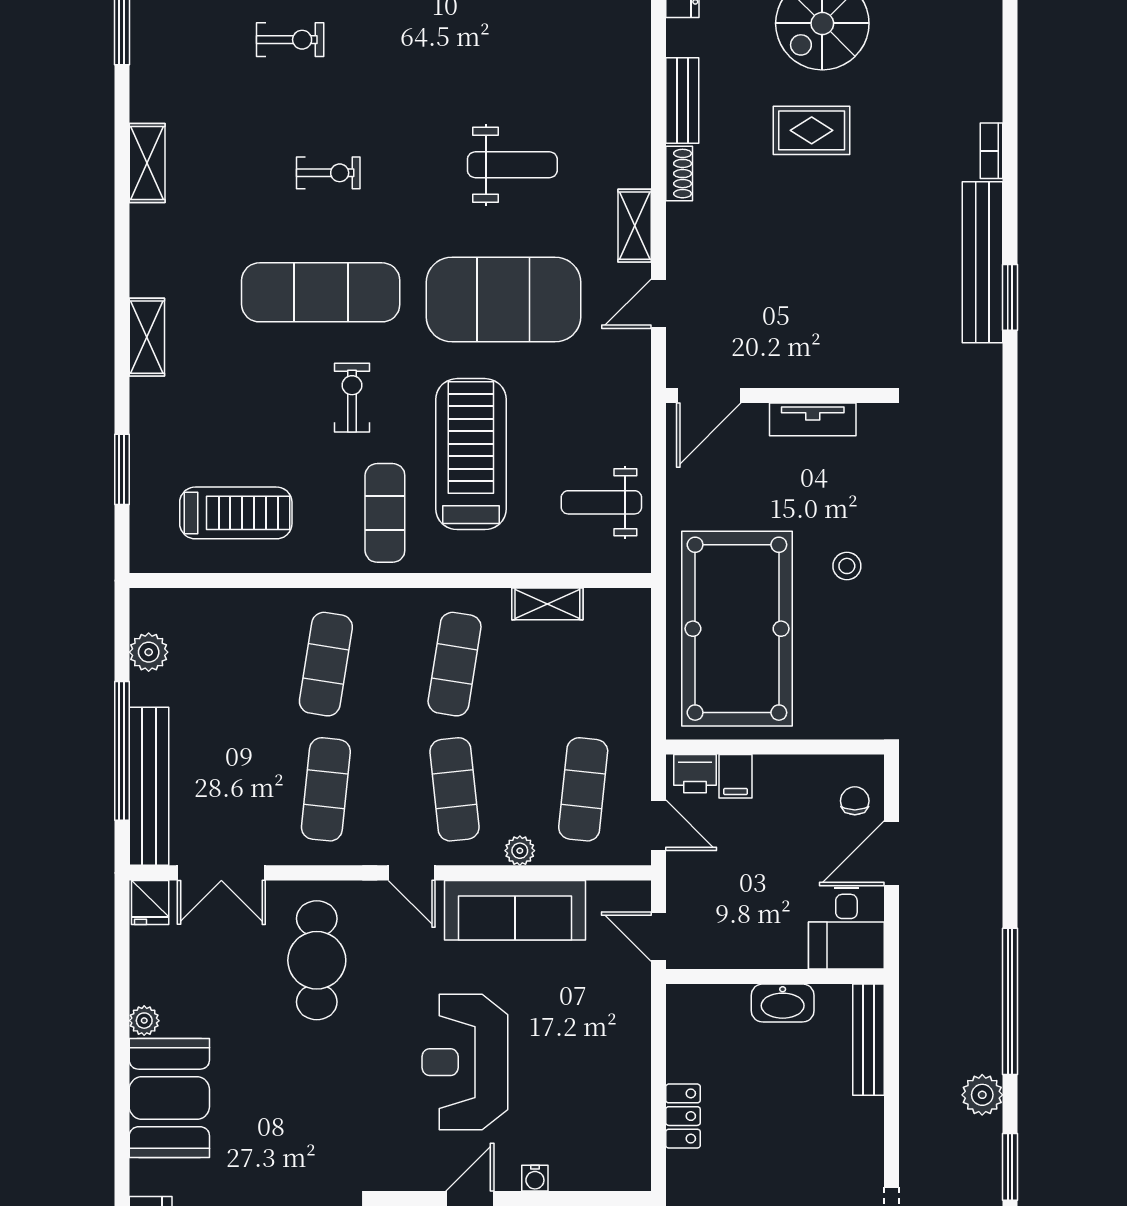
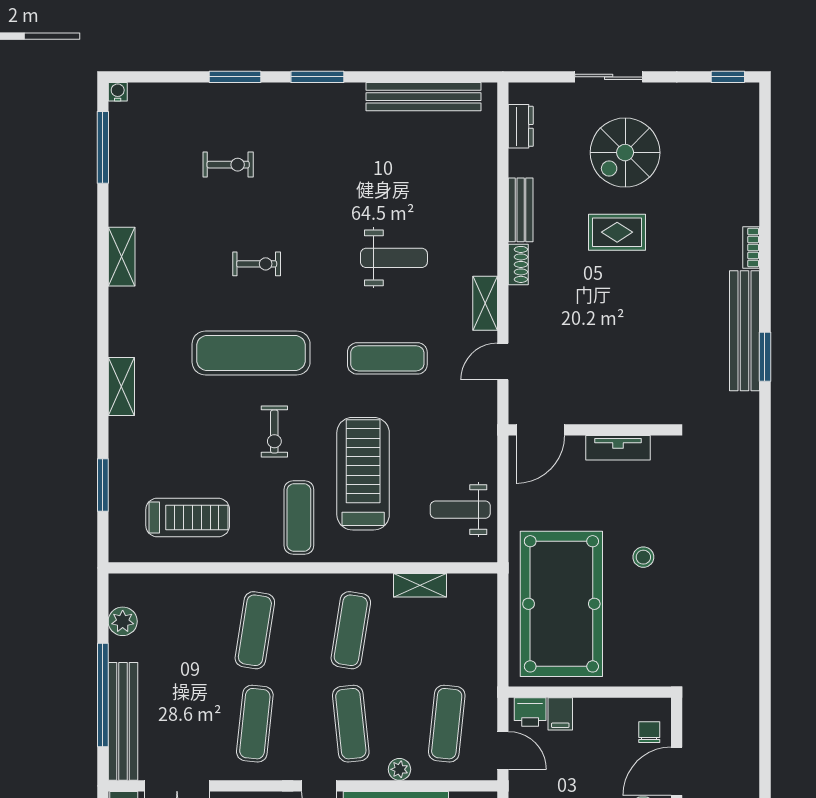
exercise mat: (504, 300) -> (387, 358), width x0.50, depth x0.69
exercise bike: (352, 398) -> (274, 432), turned 180

